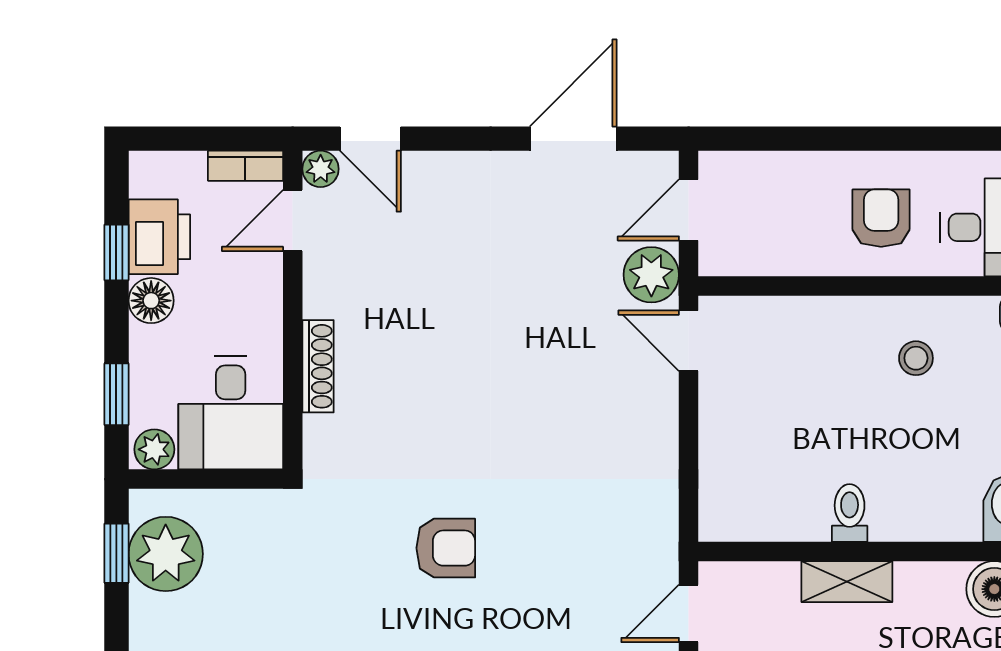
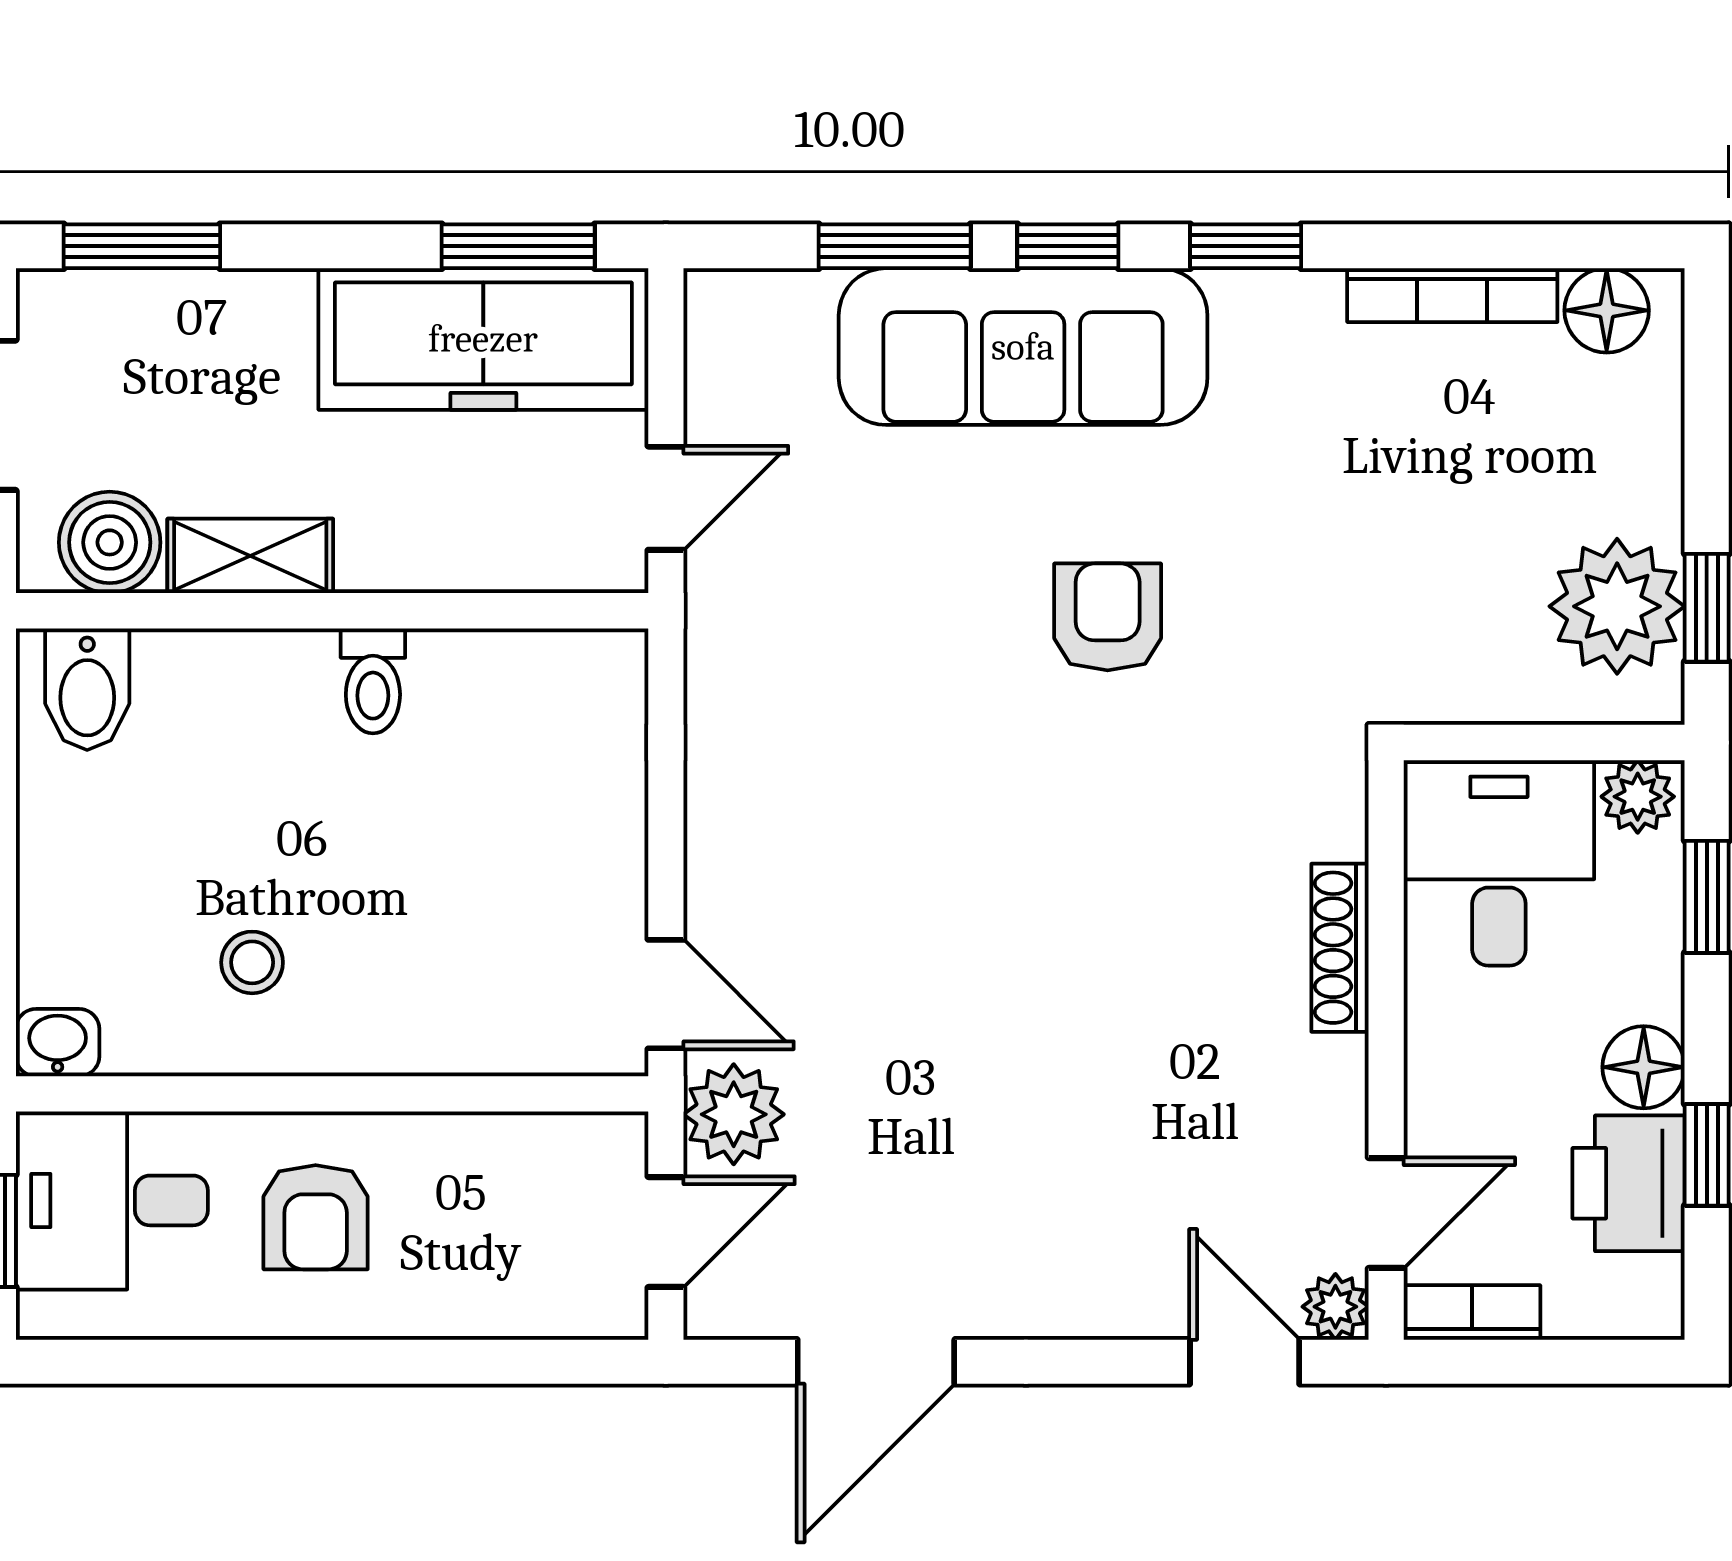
armchair: (446, 548) -> (1108, 617), turned 90
shelving: (847, 582) -> (250, 556), moved

